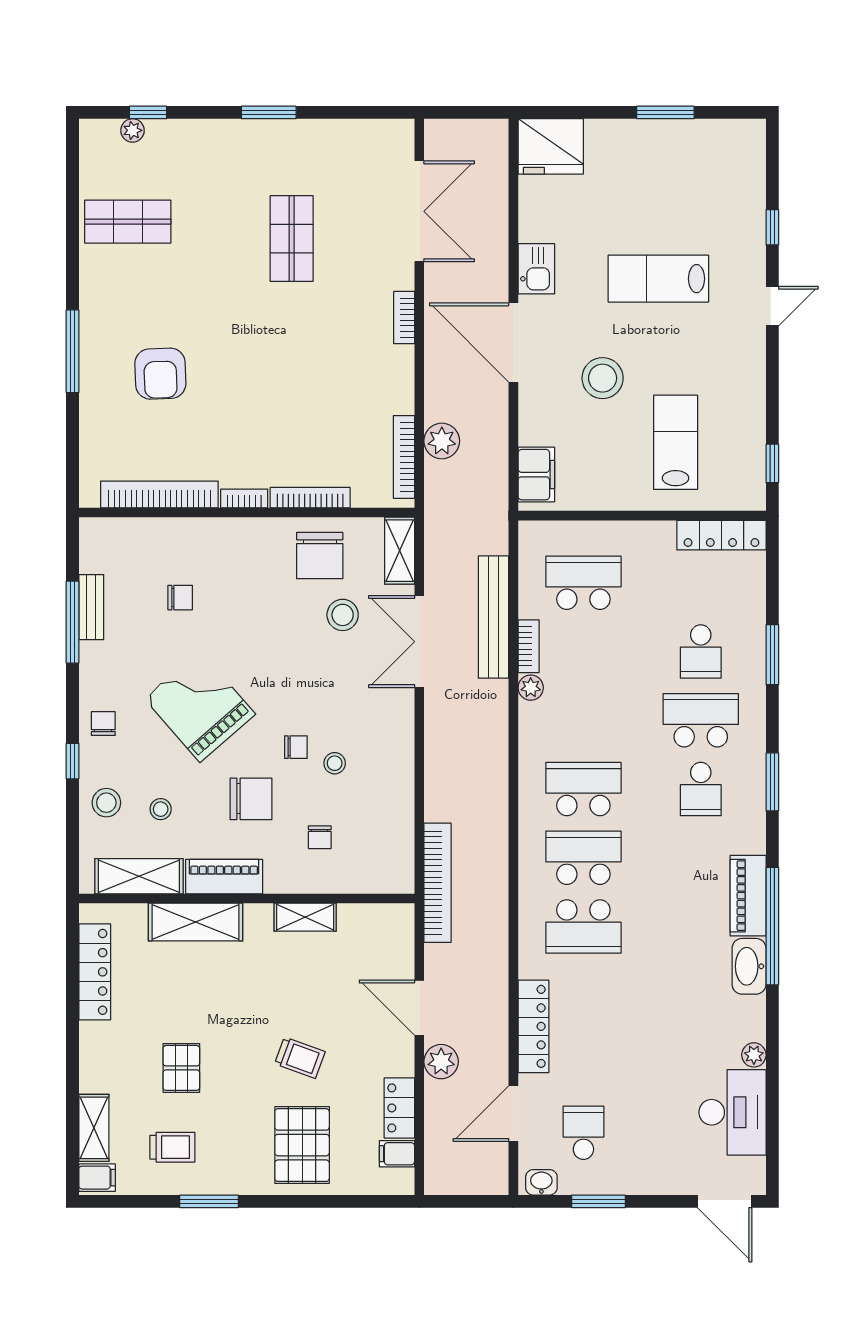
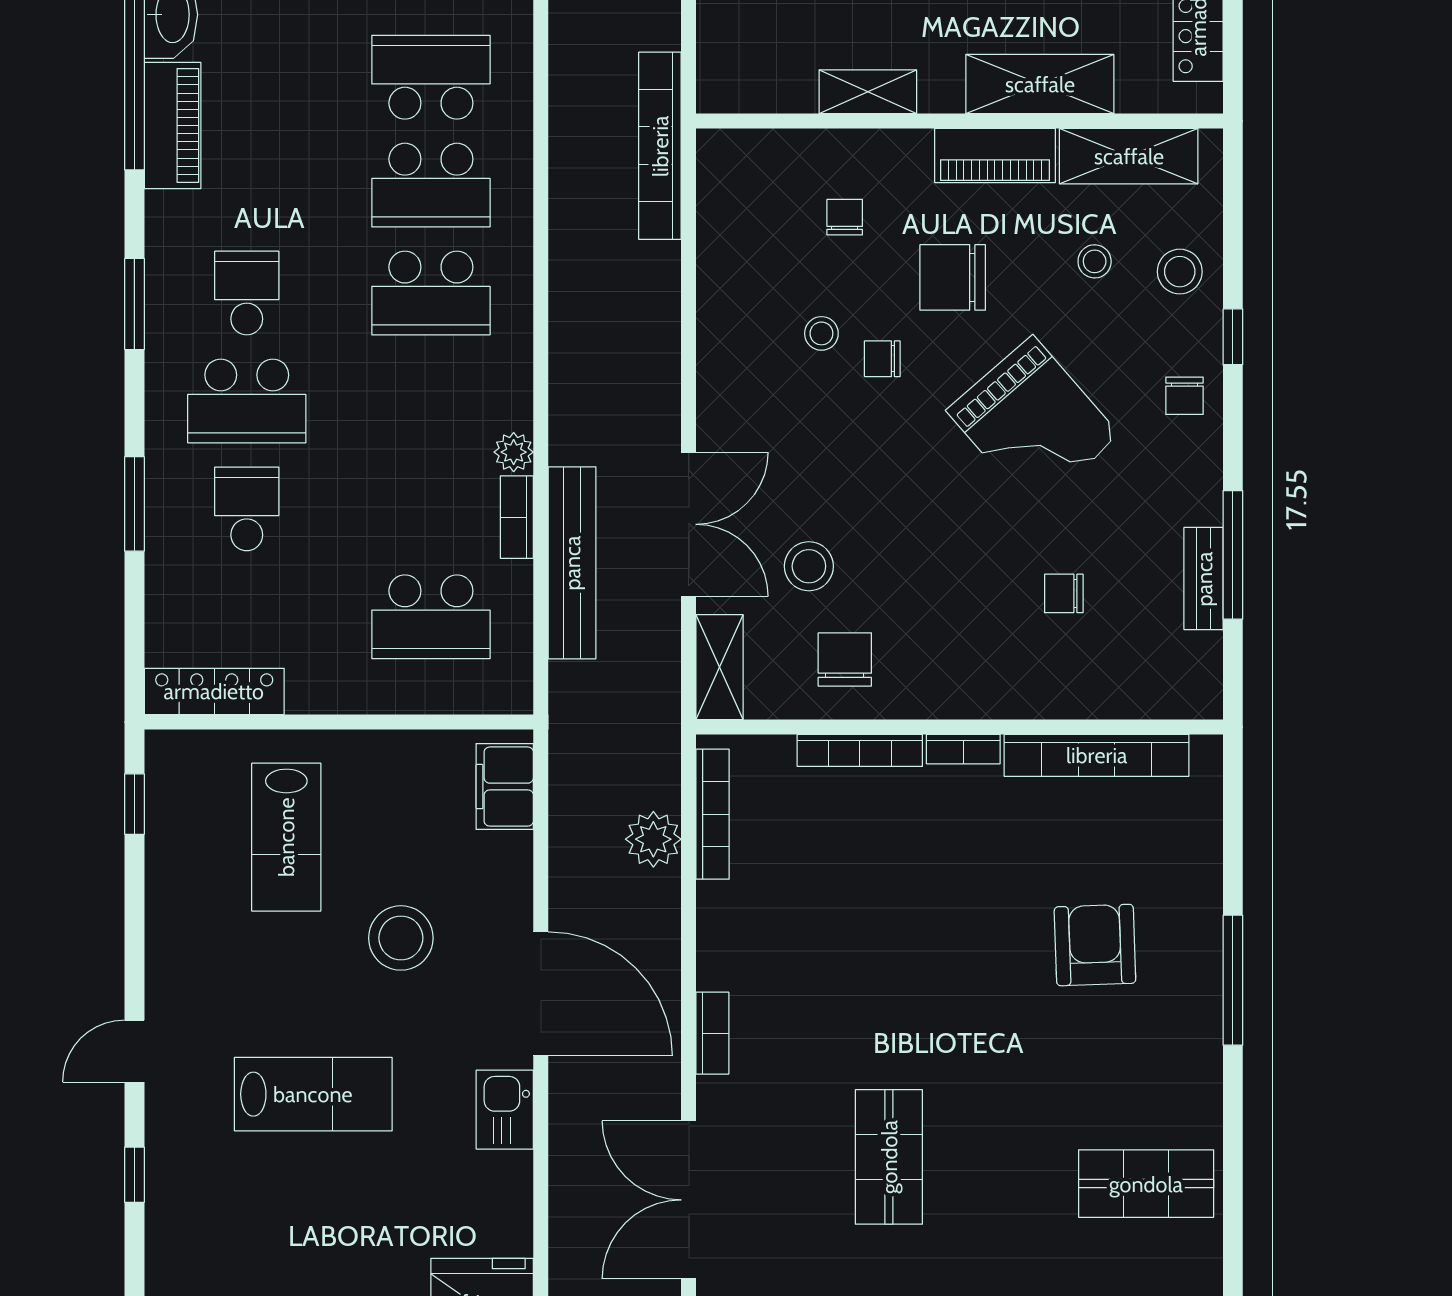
chair: (320, 556) -> (845, 659), width x0.73, depth x0.73

